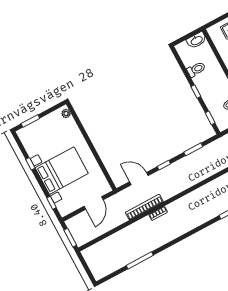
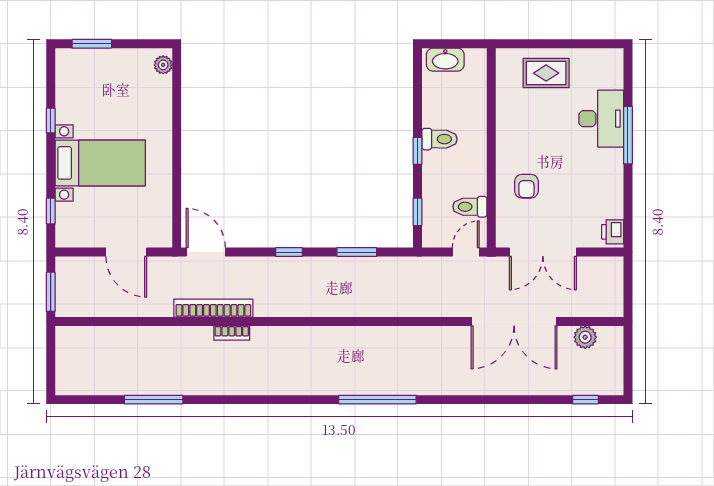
washbasin: (197, 40) -> (445, 60), moved
toilet: (196, 69) -> (439, 139), moved
bed with nightstands: (62, 171) -> (100, 163), width x0.73
door: (139, 179) -> (206, 252), moved
door: (94, 203) -> (126, 252), hinge flipped

